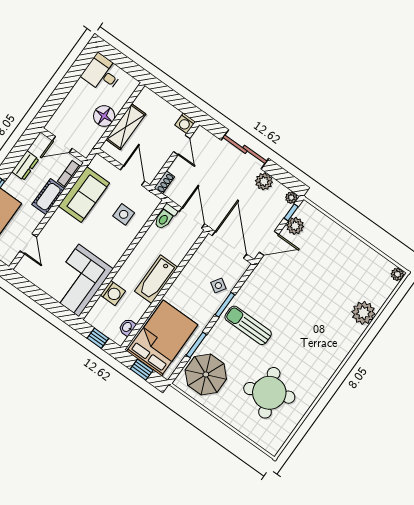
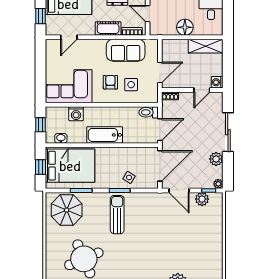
shelving: (126, 127) -> (206, 46), moved
armchair: (106, 234) -> (110, 82), added

